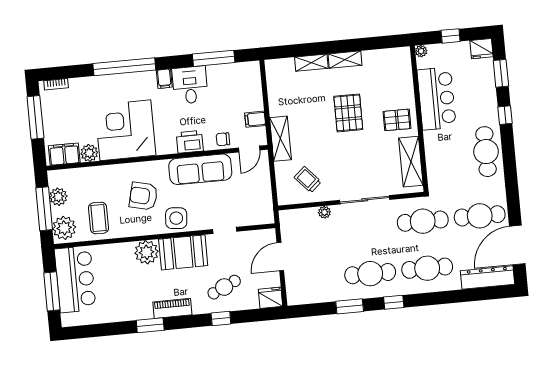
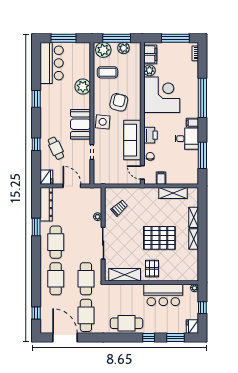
pallet: (348, 113) -> (159, 238), width x1.37, depth x1.41
shelving: (280, 139) -> (173, 193), moved
plant: (147, 252) -> (83, 87), moved
dresser: (487, 278) -> (46, 204), moved
bar counter: (75, 279) -> (52, 63), moved, turned -90
window: (394, 302) -> (36, 313), moved
piano: (172, 308) -> (45, 114), removed

